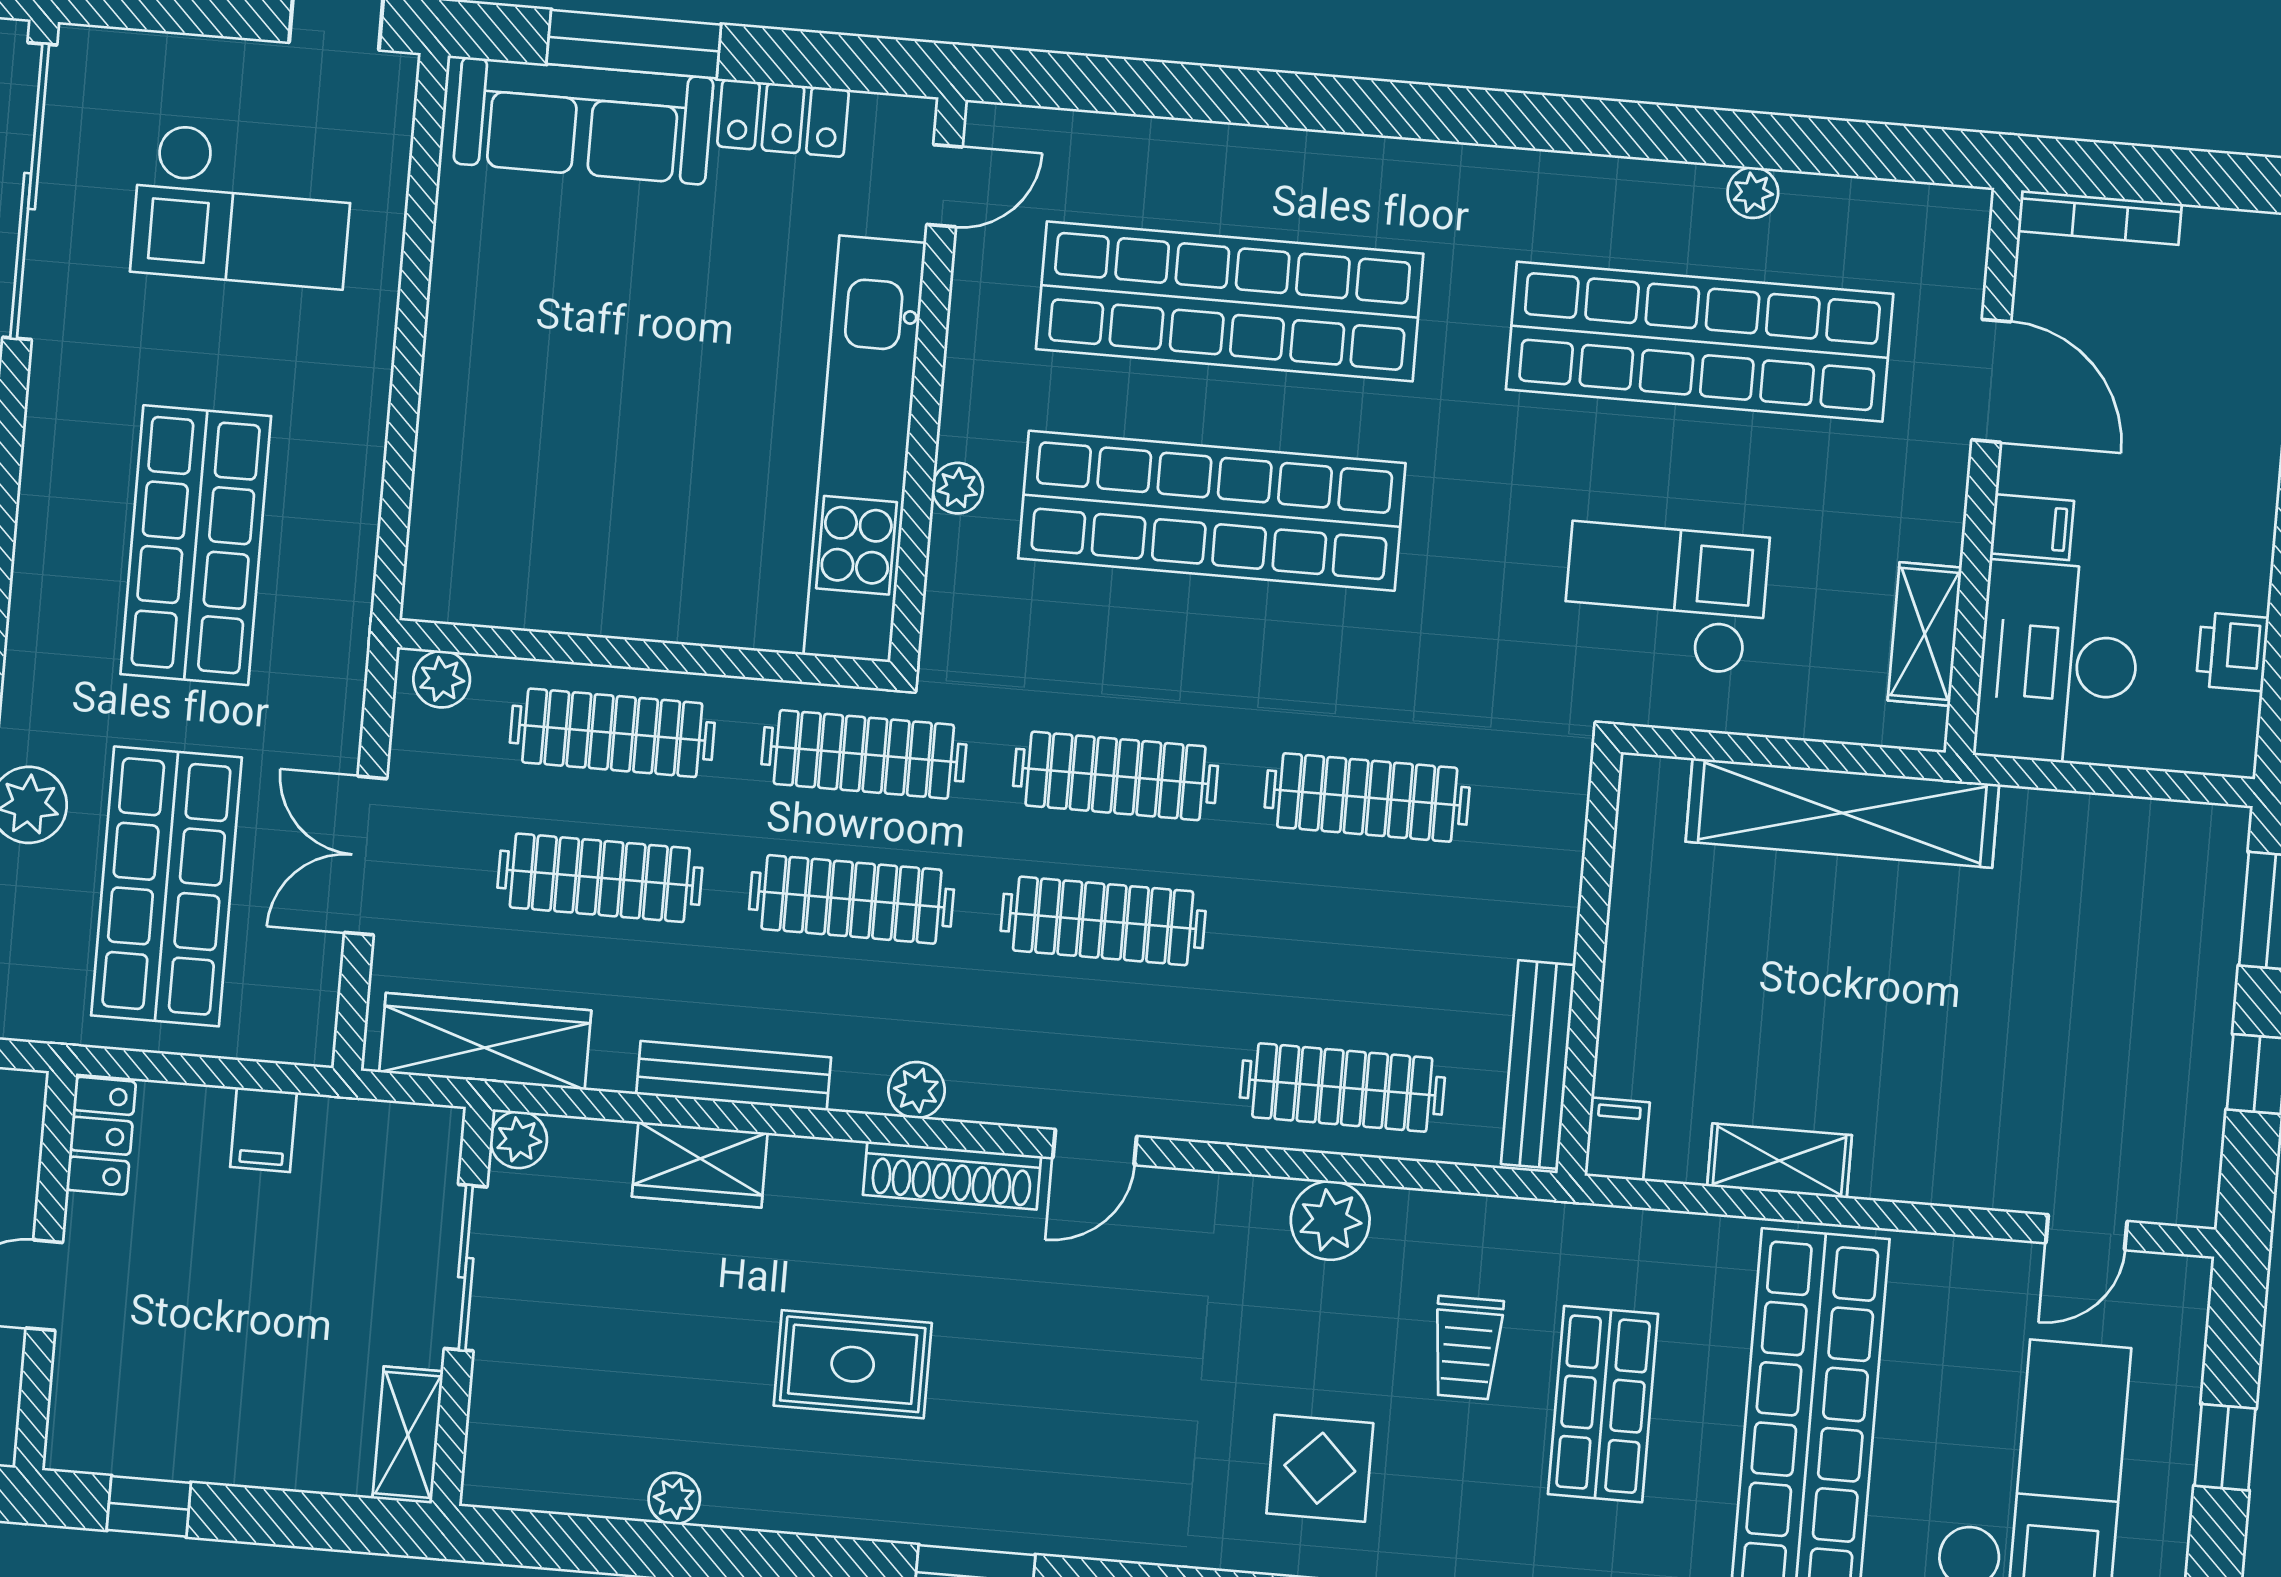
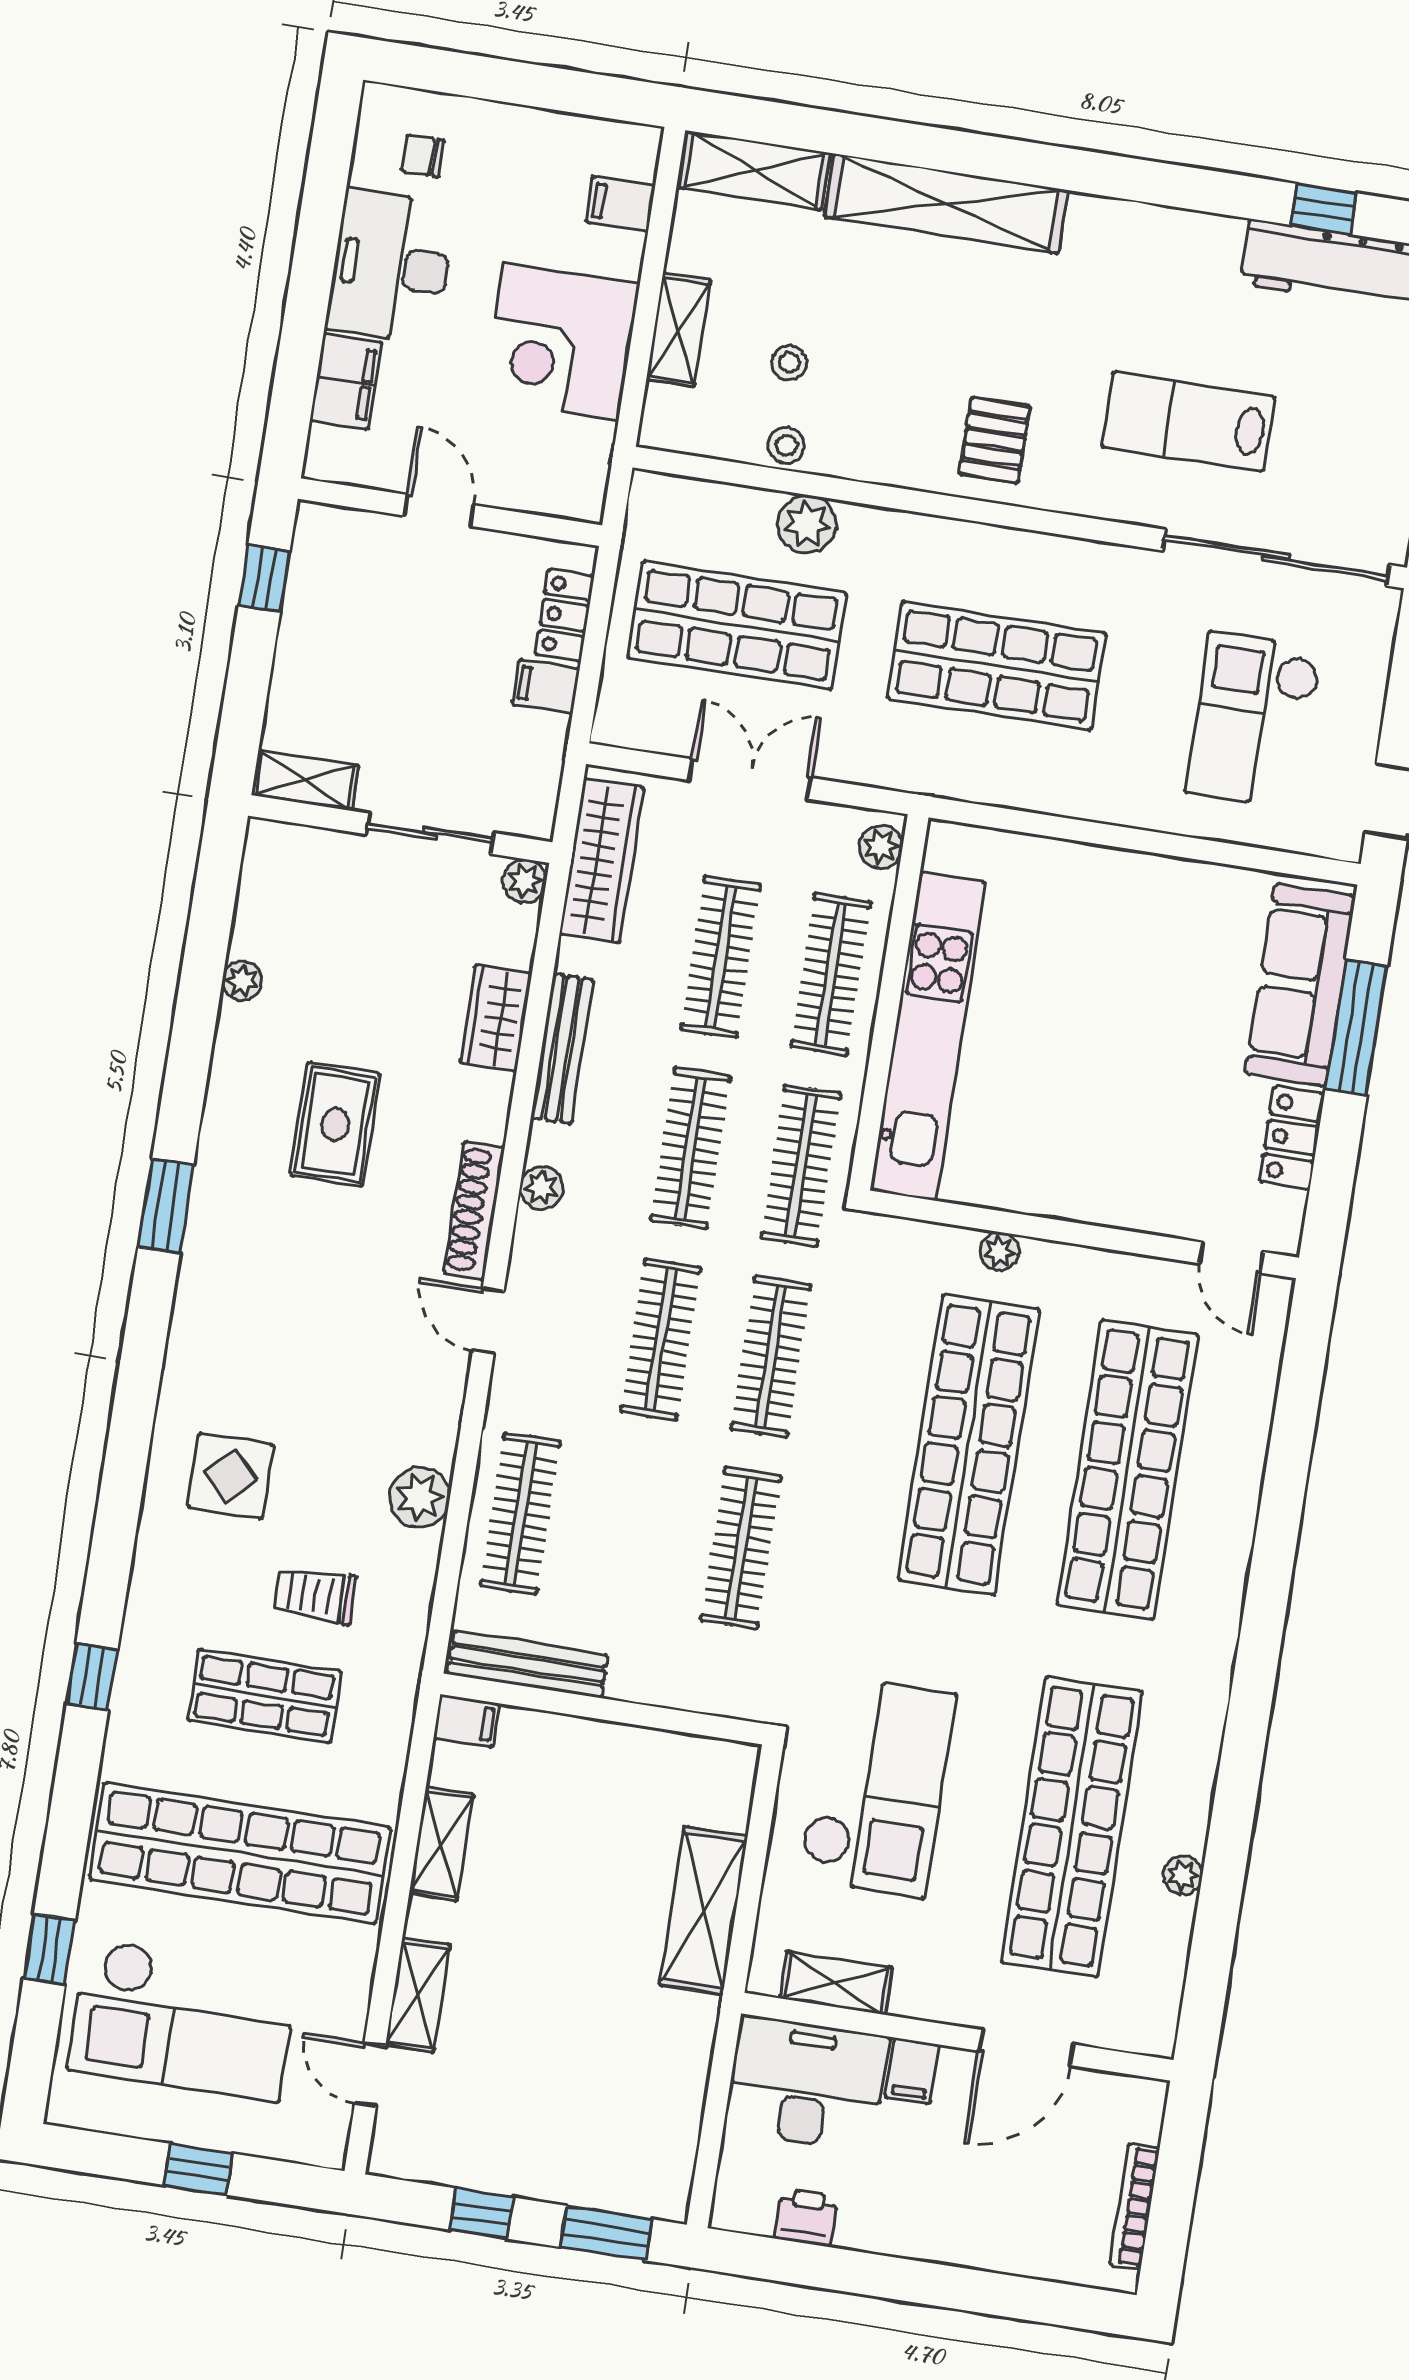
bookcase: (2100, 218) -> (1135, 2207), moved
kitchen unit: (865, 449) -> (928, 1036), moved, turned 90
checkout: (1665, 599) -> (877, 1787), width x1.36, depth x1.21
shelving: (1842, 813) -> (704, 1911), width x0.68
locker: (101, 1136) -> (565, 615), moved, turned 90
shelving: (1978, 1177) -> (418, 1995), added

